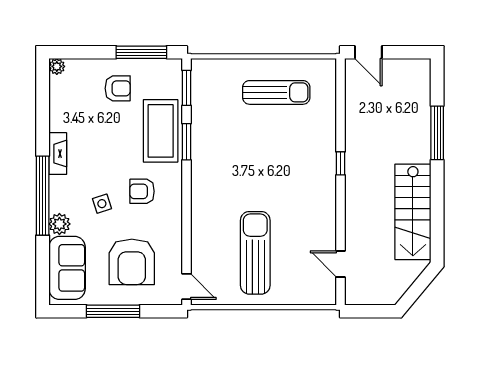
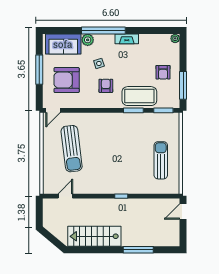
sun lounger: (276, 92) -> (161, 160), turned 180
sun lounger: (255, 253) -> (72, 149), turned 83

